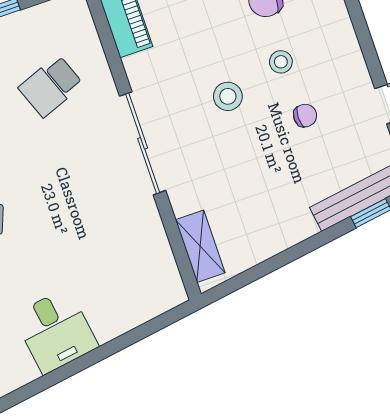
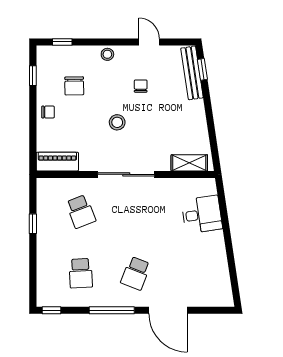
stool: (281, 62) -> (107, 54), moved
desk: (56, 331) -> (202, 214), moved

